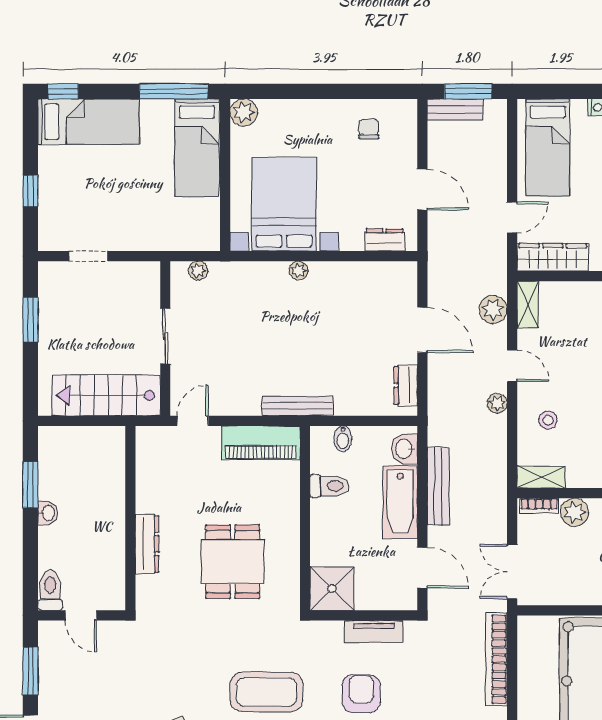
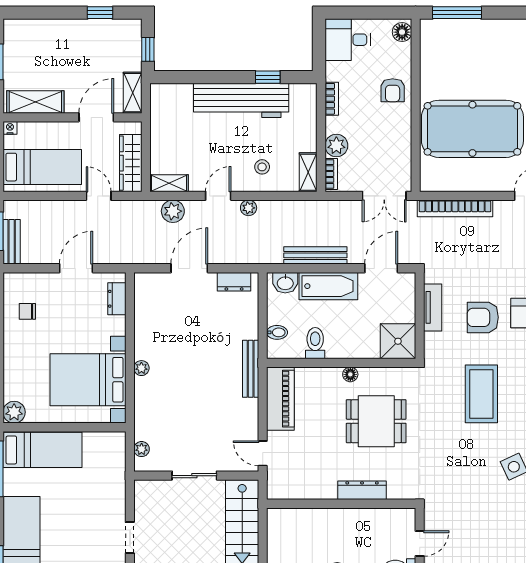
floor lamp: (291, 530) -> (350, 374), added

